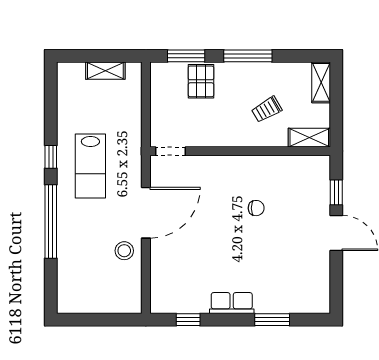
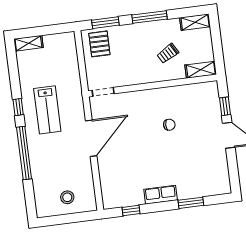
shelving: (105, 71) -> (28, 43), moved
pallet: (201, 81) -> (99, 44), moved
shelving: (321, 82) -> (195, 22), moved, turned 90
stool: (124, 251) -> (67, 197), moved

